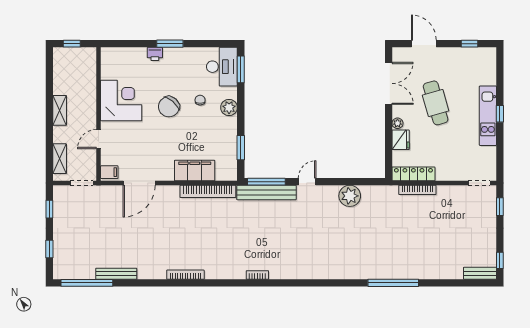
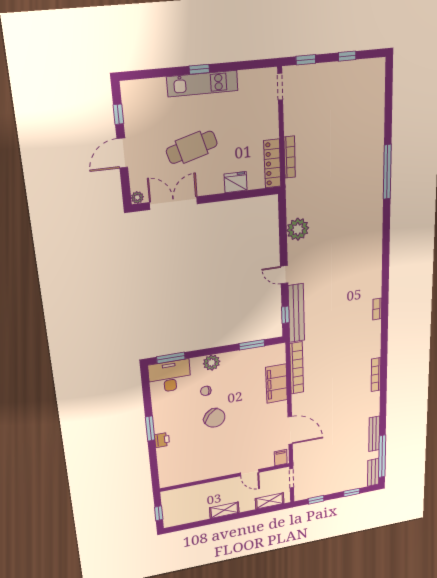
door: (424, 44) -> (122, 153), moved
corner desk: (121, 100) -> (211, 461), removed
plant: (398, 123) -> (137, 197), moved
window: (266, 182) -> (285, 315), width x0.46
window: (500, 260) -> (347, 56), moved
bench: (480, 273) -> (373, 472), moved

